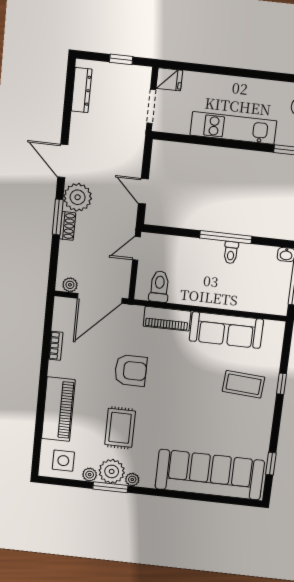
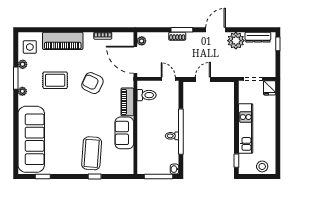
window: (121, 59) -> (278, 44), moved
plant: (78, 197) -> (236, 41), moved
window: (226, 237) -> (181, 132), width x1.46
sofa: (226, 330) -> (124, 133), width x0.73
armchair: (131, 370) -> (92, 83), turned 115
coffee table: (244, 384) -> (92, 153), width x1.36, depth x1.32
plant: (112, 471) -> (26, 78), removed

